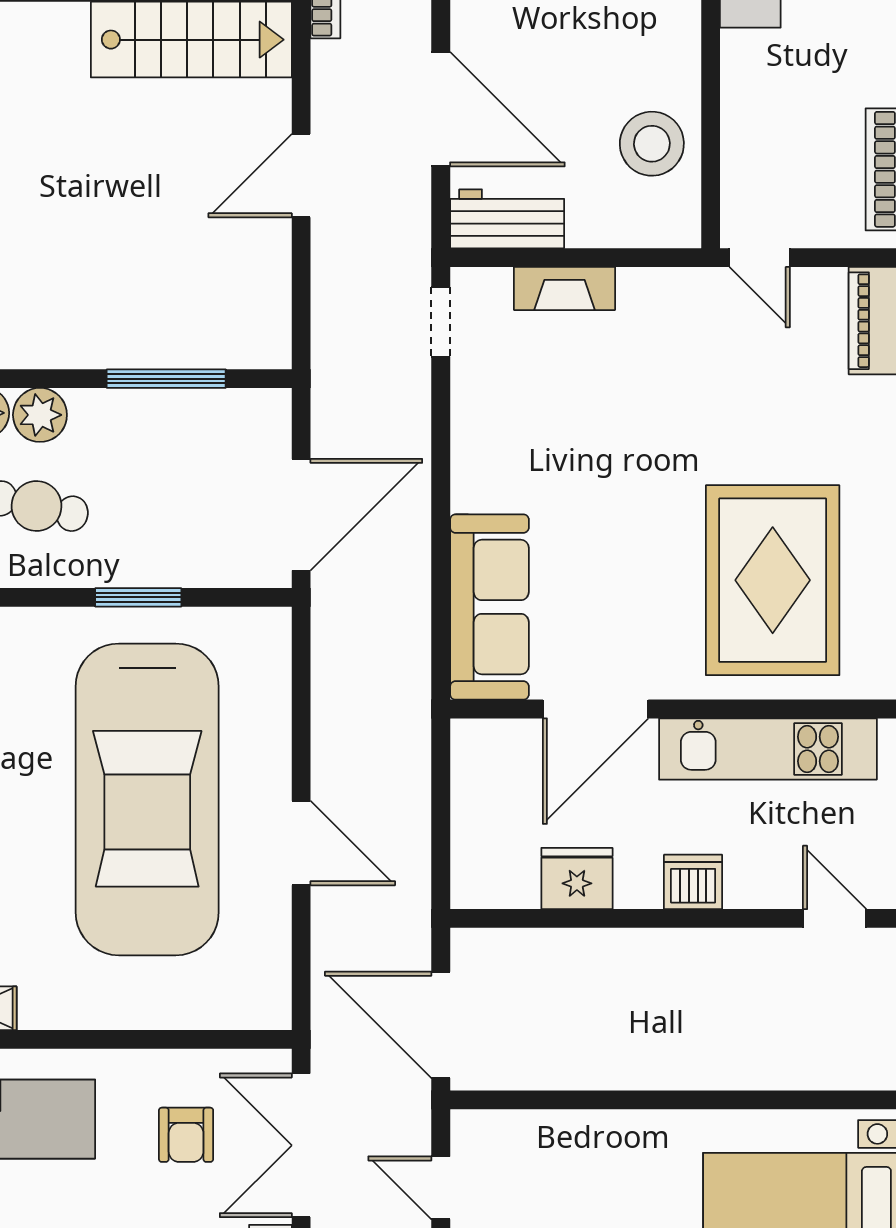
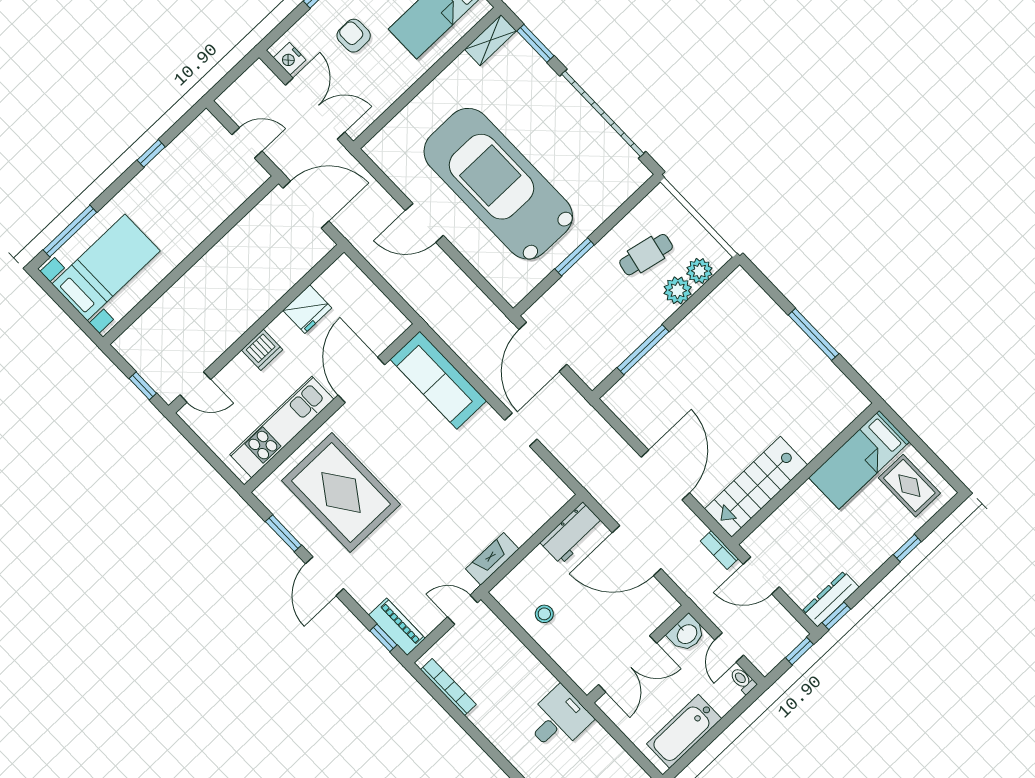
stool: (652, 144) -> (544, 614), width x0.53, depth x0.53
door: (301, 176) -> (665, 475), width x1.36
fireplace: (564, 288) -> (492, 559), moved
doorway: (441, 322) -> (521, 430), moved
armchair: (186, 1135) -> (354, 36), moved

